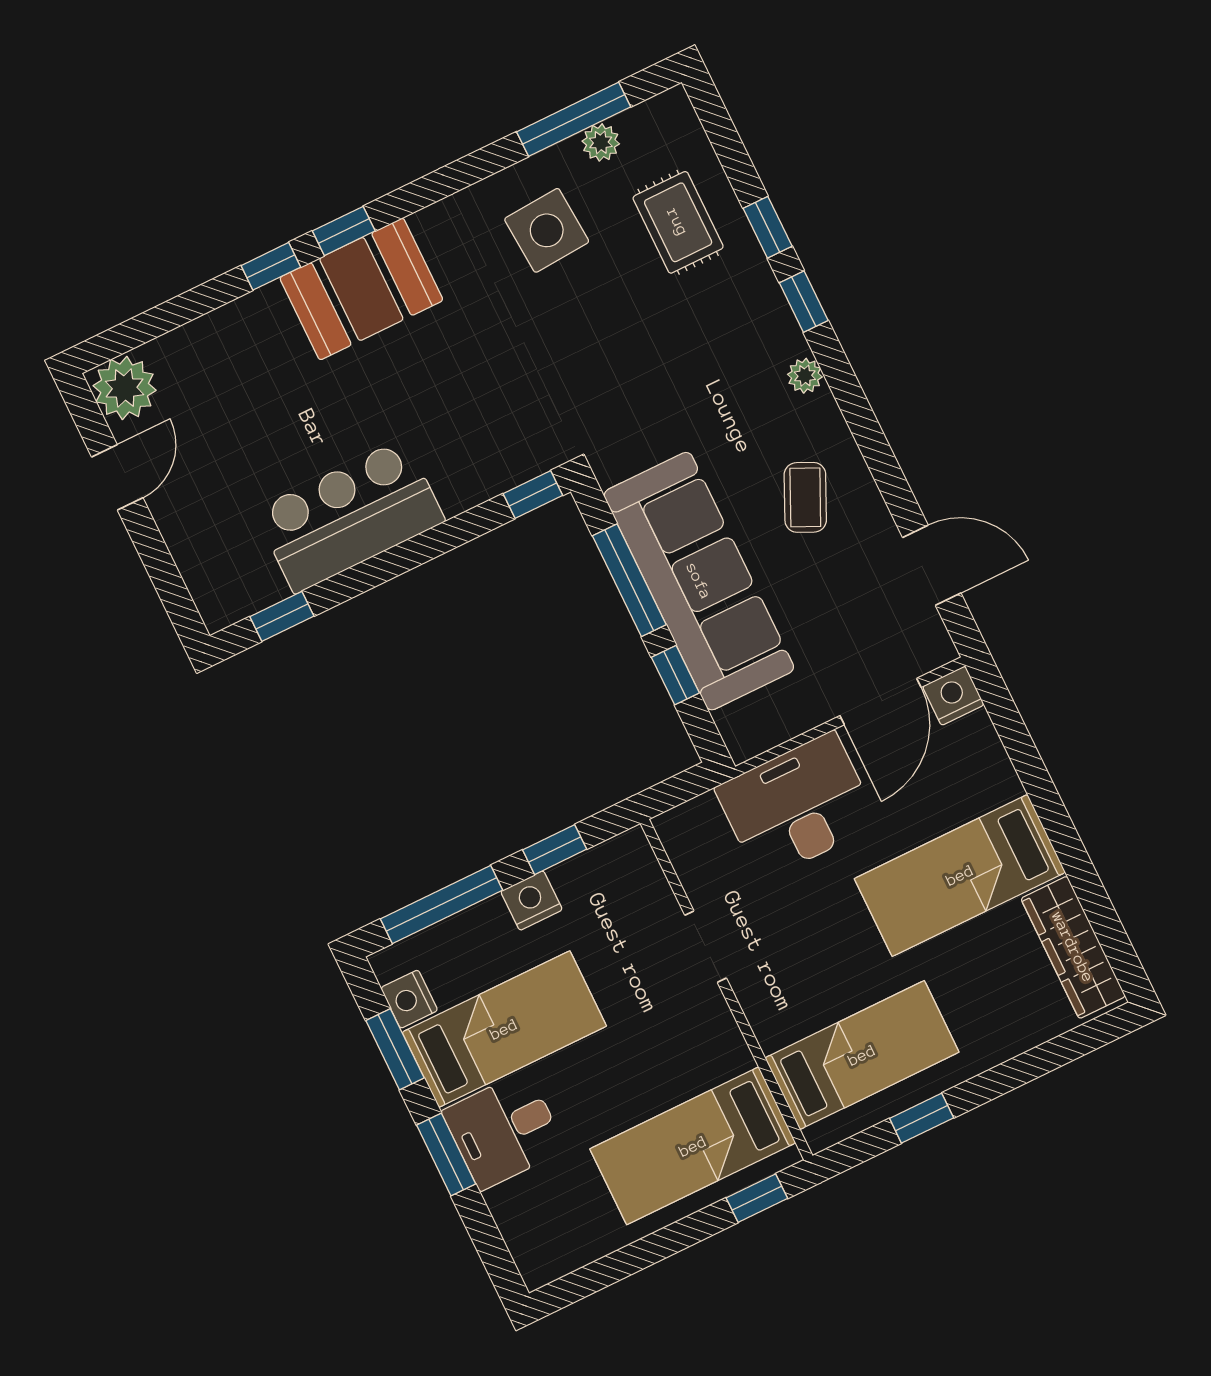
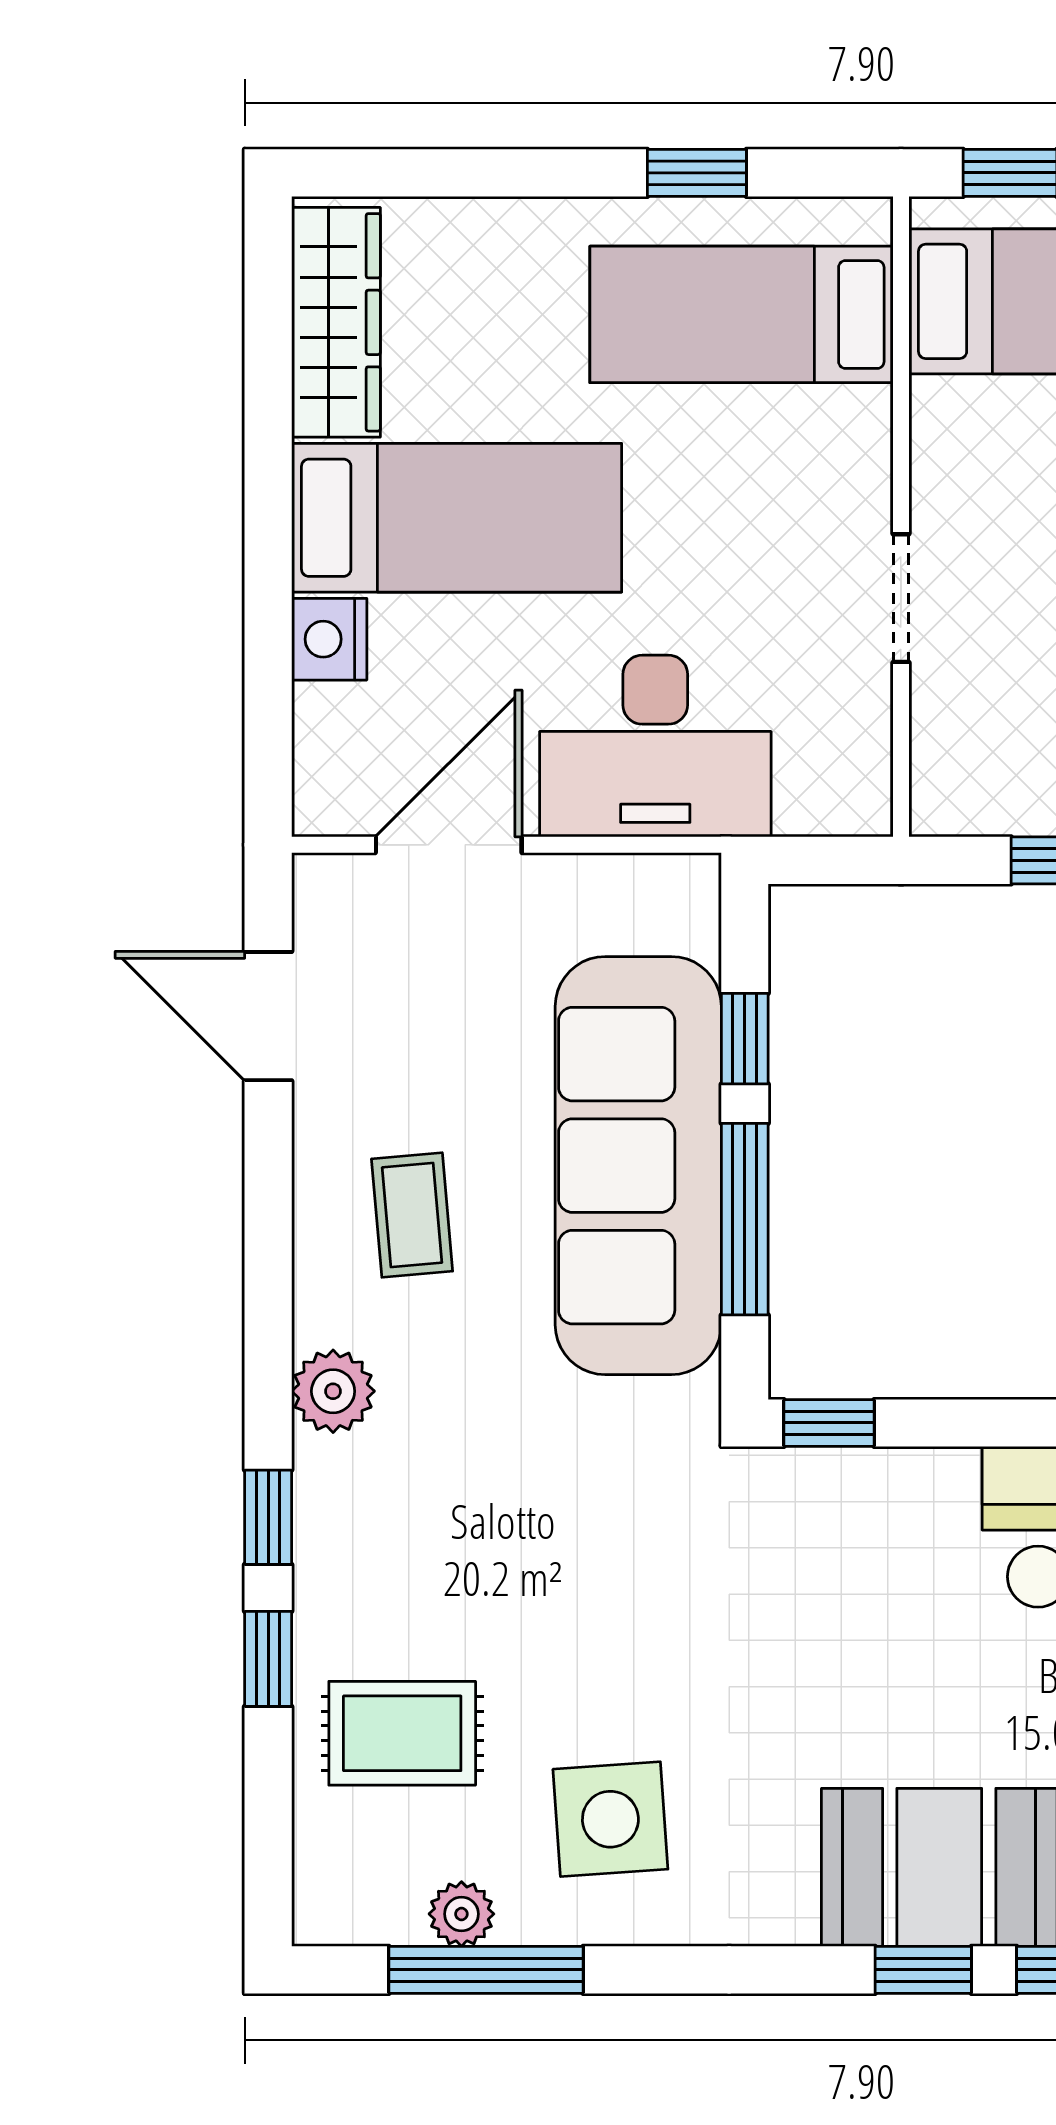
rug: (678, 222) -> (402, 1733), turned 90
plant: (805, 376) -> (333, 1391), width x1.38, depth x1.38
coffee table: (805, 497) -> (412, 1215), turned -30
nightstand: (953, 696) -> (329, 639), moved, turned 90

